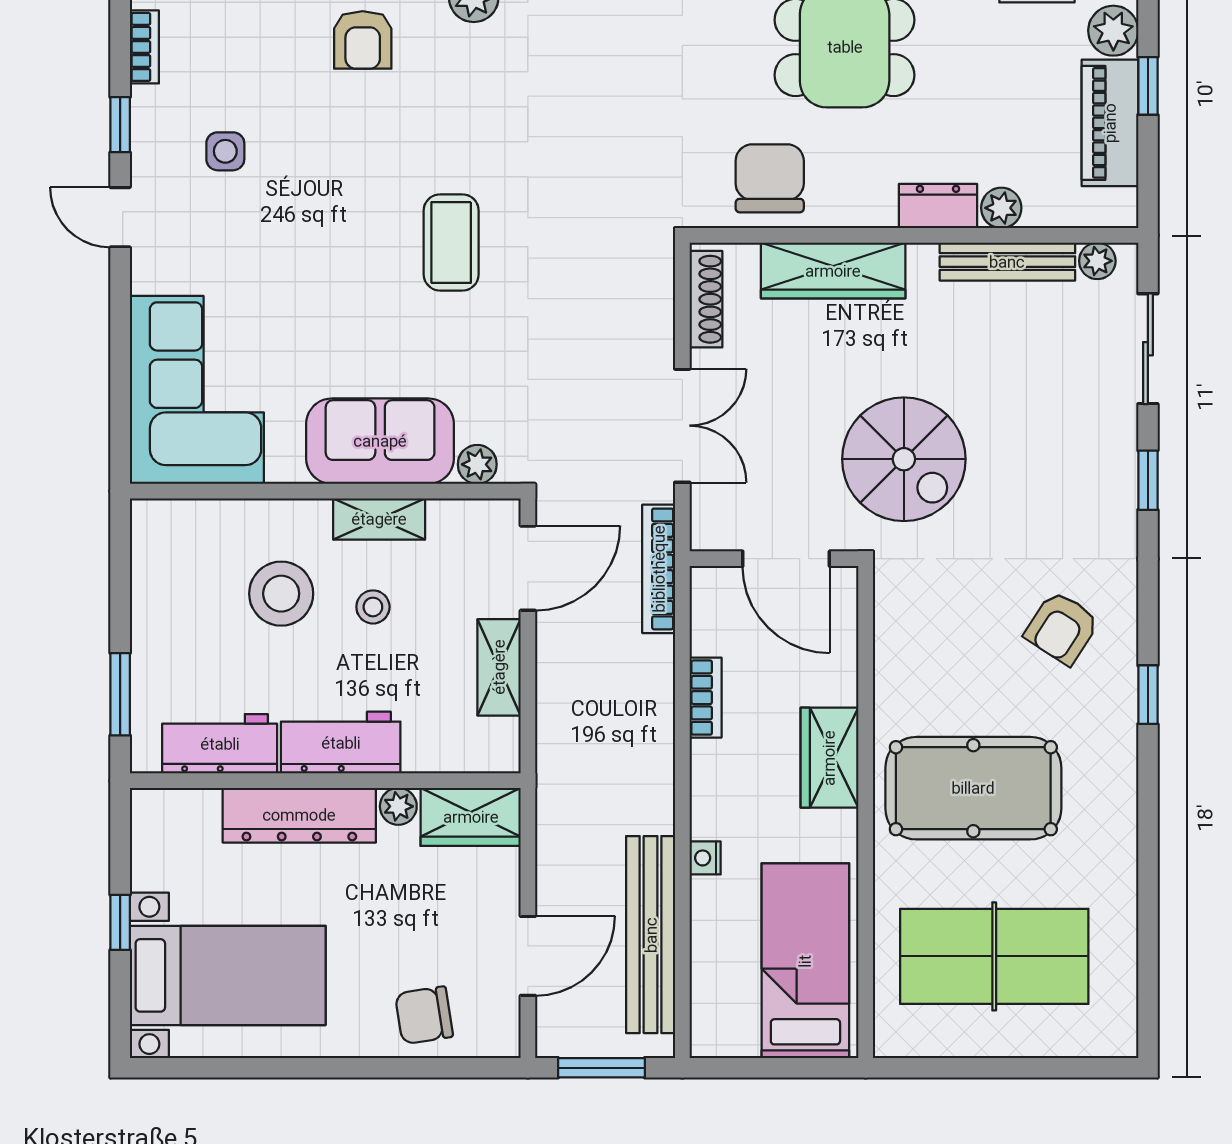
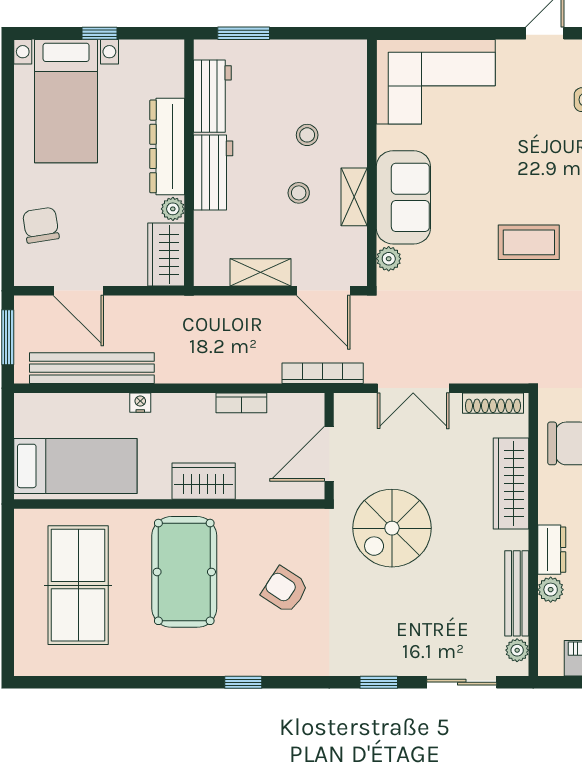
stool: (281, 594) -> (307, 135), width x0.53, depth x0.53
armchair: (1062, 628) -> (285, 590), moved

